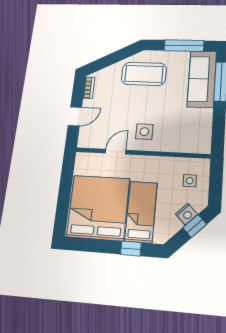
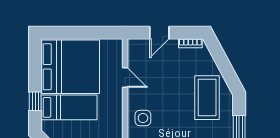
door: (75, 116) -> (159, 33), hinge flipped
side table: (144, 132) -> (143, 118), moved

